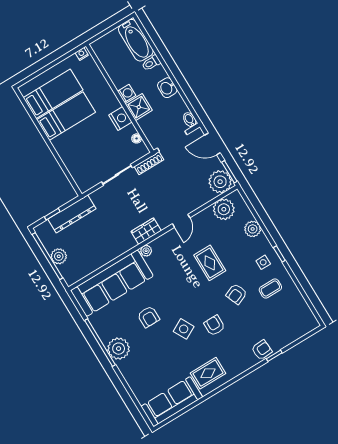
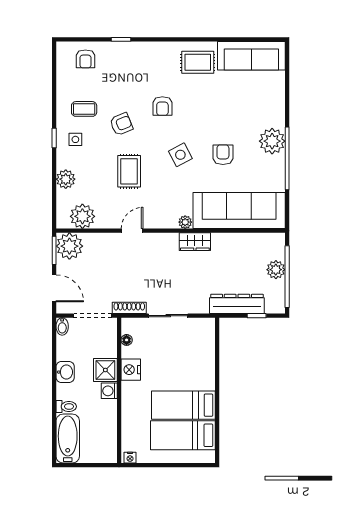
wardrobe: (146, 231) -> (195, 242), moved
side table: (184, 329) -> (180, 155), moved
armchair: (262, 350) -> (85, 59), moved, turned -86

